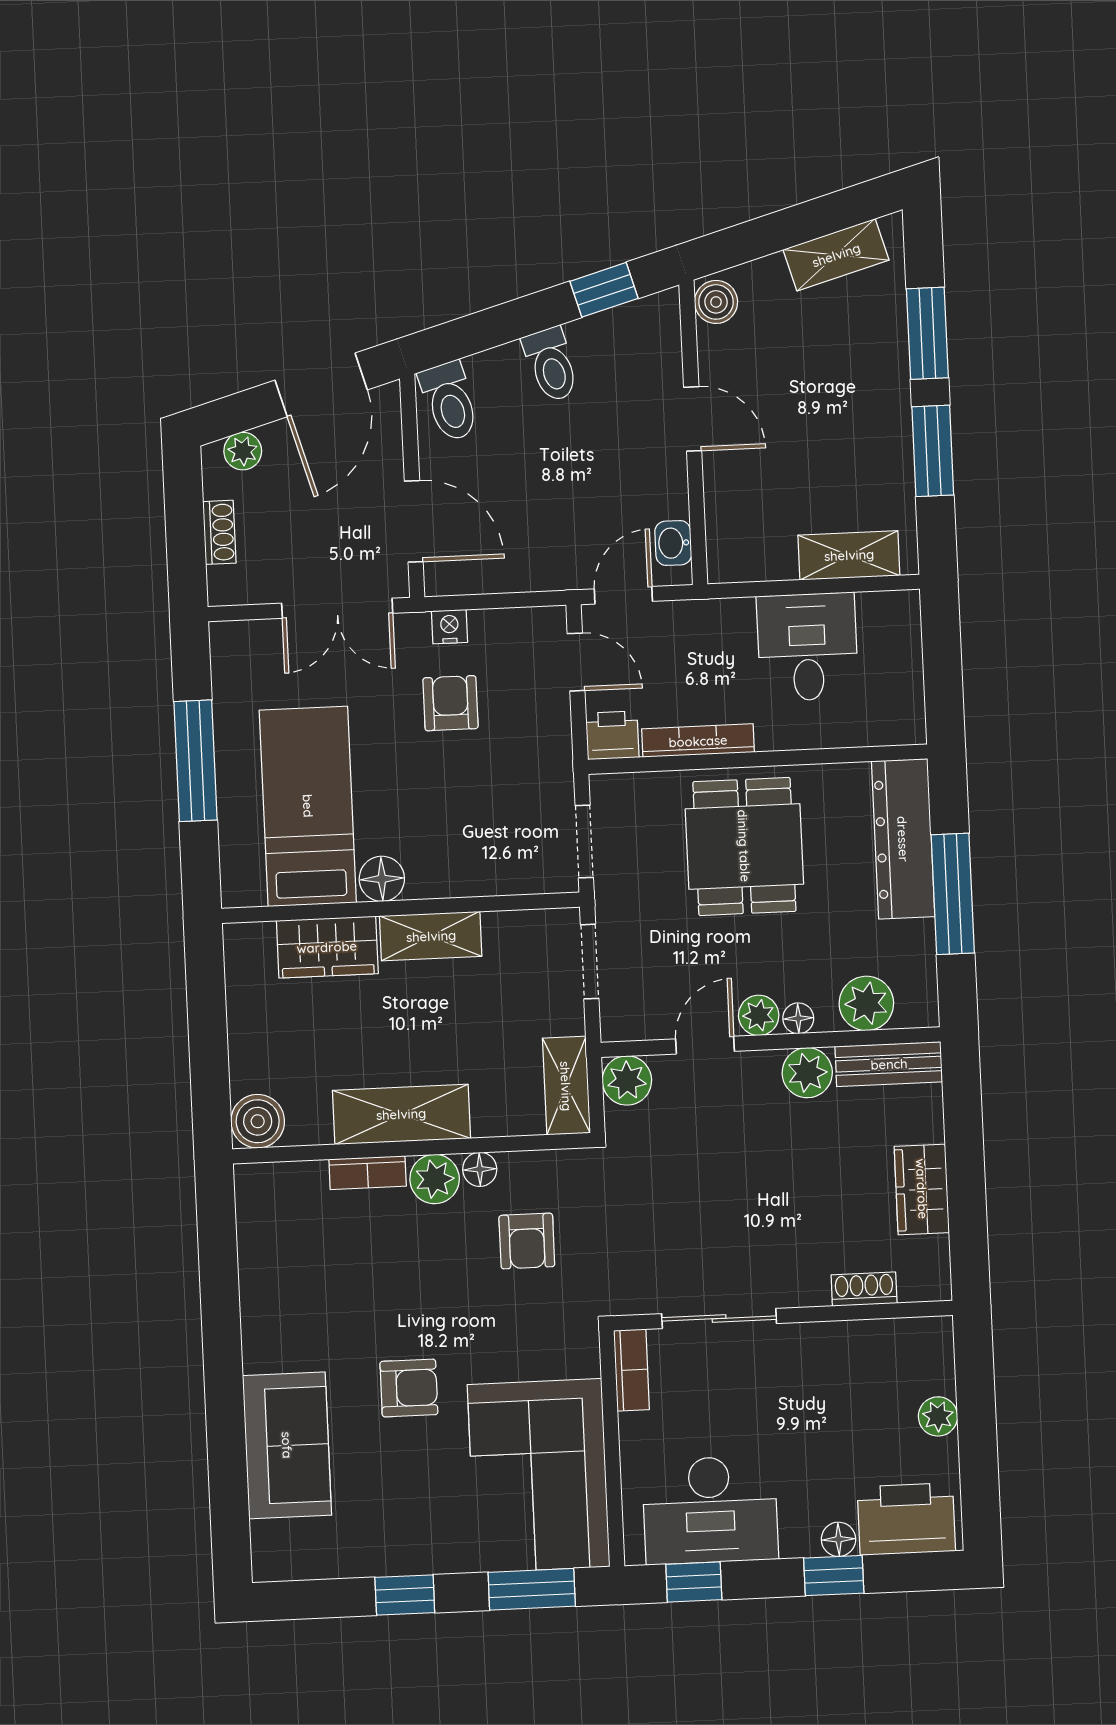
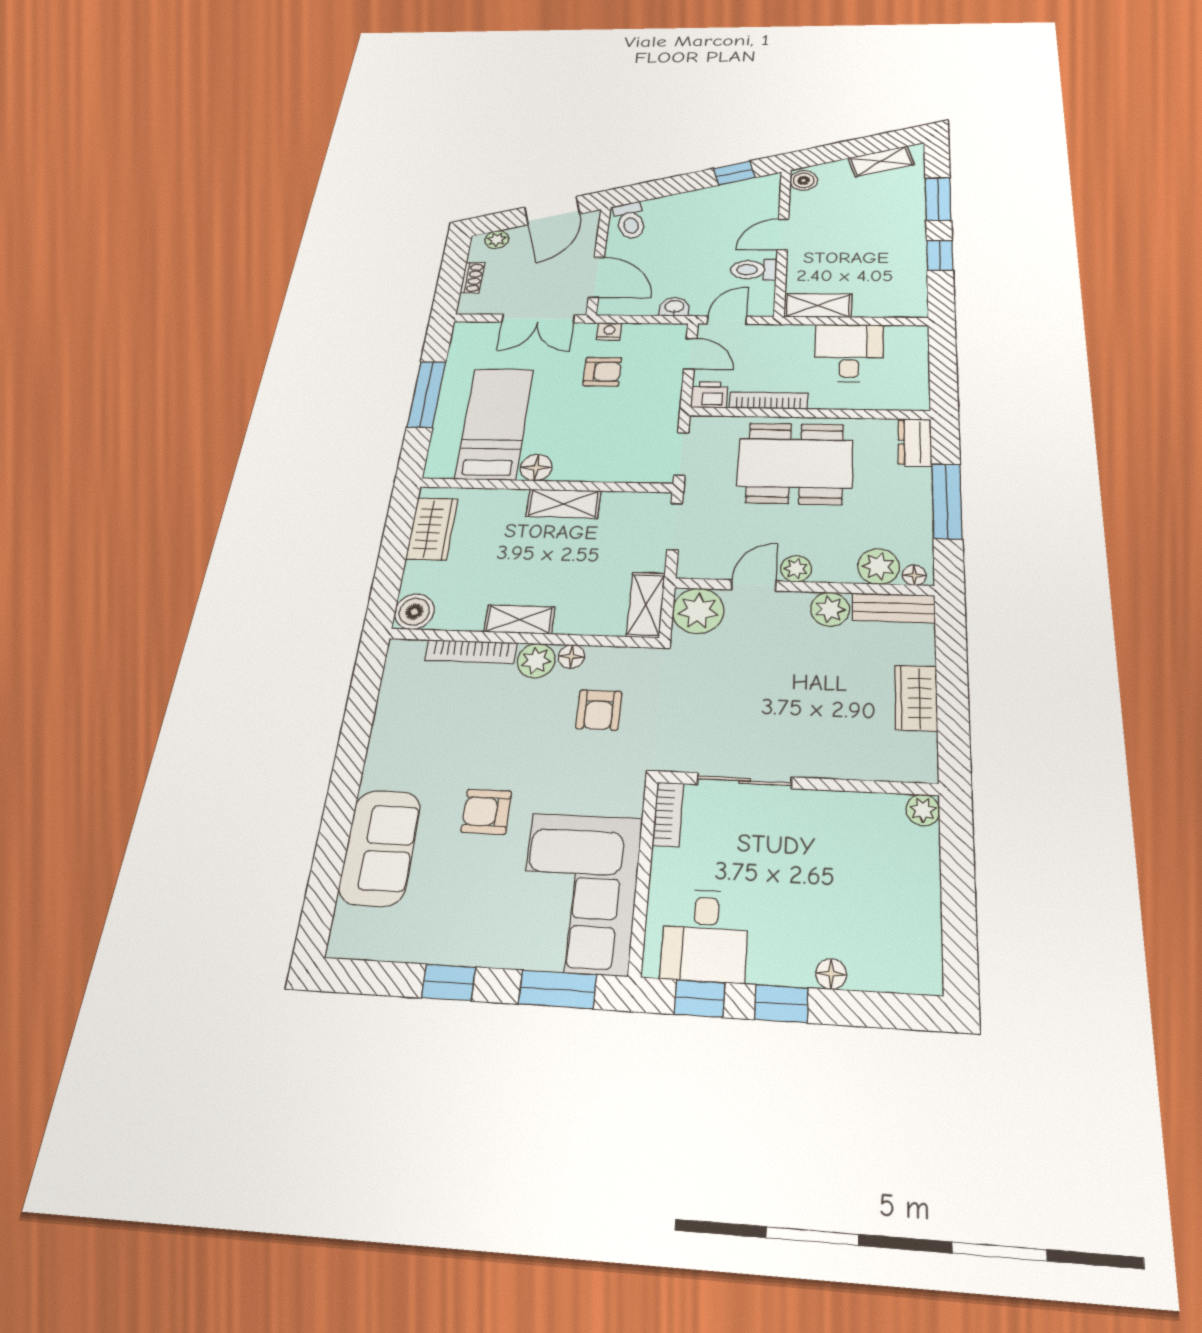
toilet: (551, 365) -> (753, 270), moved, turned 106
door: (693, 419) -> (783, 234), swing flipped
window: (933, 451) -> (940, 255), width x0.67
washbasin: (673, 543) -> (674, 307), moved, turned 90
shelving: (849, 555) -> (818, 305), moved
armchair: (450, 703) -> (602, 372), turned 90
dresser: (903, 839) -> (915, 442), width x0.51, depth x0.80
dining table: (744, 846) -> (795, 463), width x1.38
wardrobe: (327, 947) -> (432, 529), moved, turned -90
floor lamp: (798, 1018) -> (914, 575), moved
plant: (627, 1080) -> (698, 611), width x1.36, depth x1.36
shelving: (401, 1114) -> (519, 619), width x0.67, depth x0.75
bookcase: (368, 1173) -> (471, 652), width x1.56
shoe rack: (864, 1289) -> (865, 769), removed
armchair: (409, 1388) -> (486, 812), turned 180
plant: (938, 1416) -> (923, 810), moved
desk: (710, 1510) -> (705, 935), width x0.73
printer: (906, 1519) -> (893, 962), removed
window: (834, 1576) -> (781, 1004), moved

